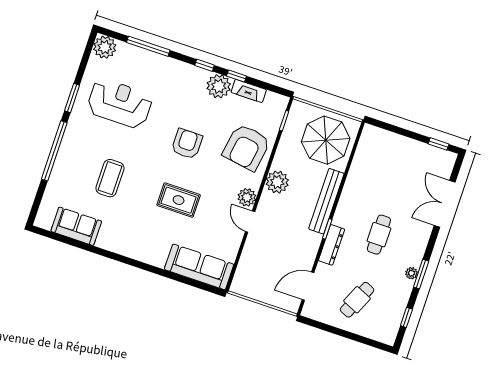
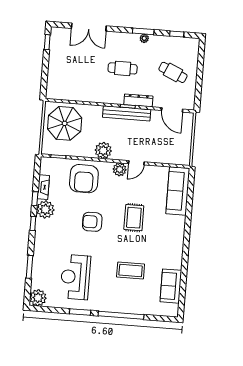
window: (148, 46) -> (29, 267), width x0.69
armchair: (246, 147) -> (84, 179), turned 81
bench: (326, 201) -> (127, 113), moved

